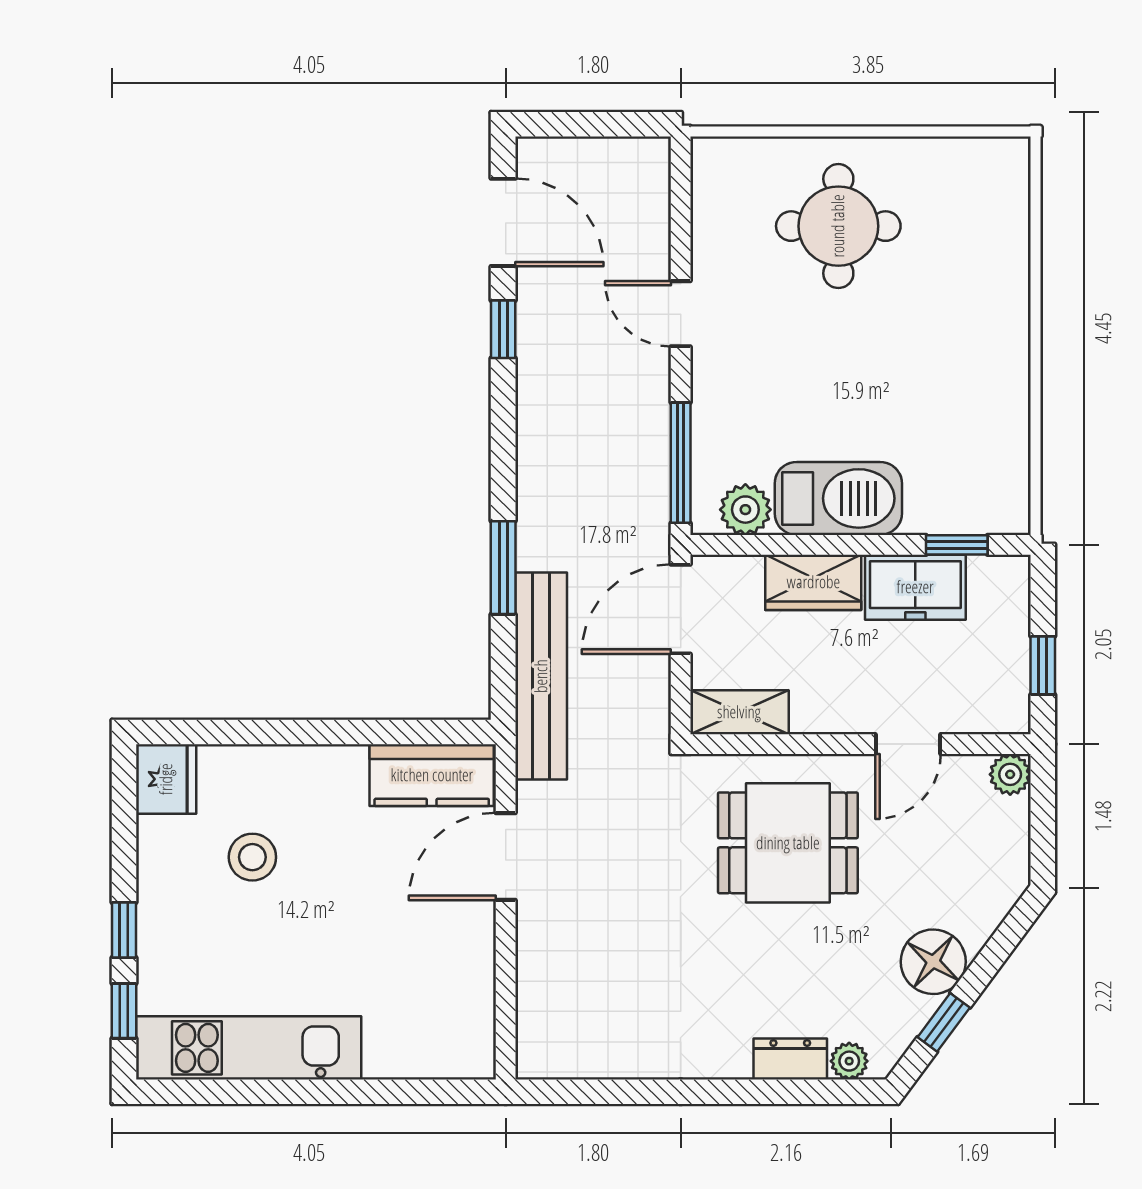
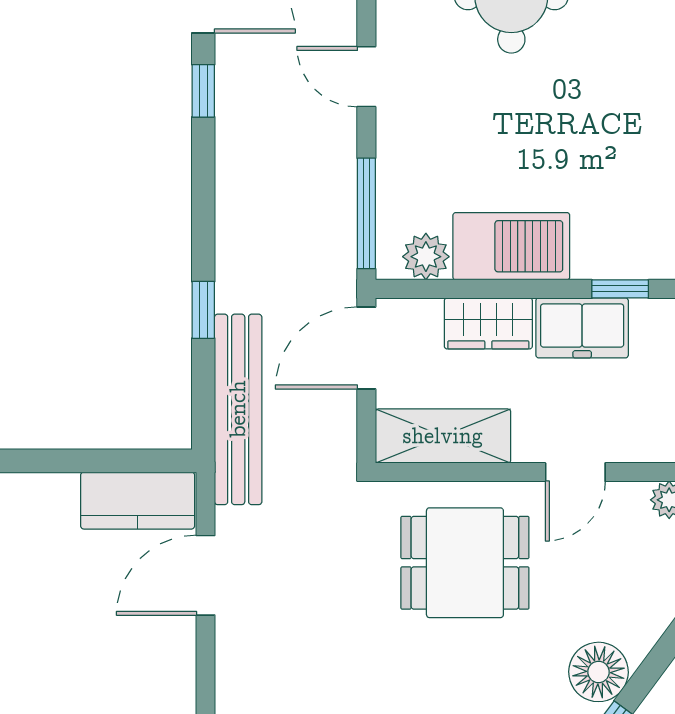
window: (503, 568) -> (203, 310), width x0.67
shelving: (739, 712) -> (443, 436), width x1.50, depth x1.33

